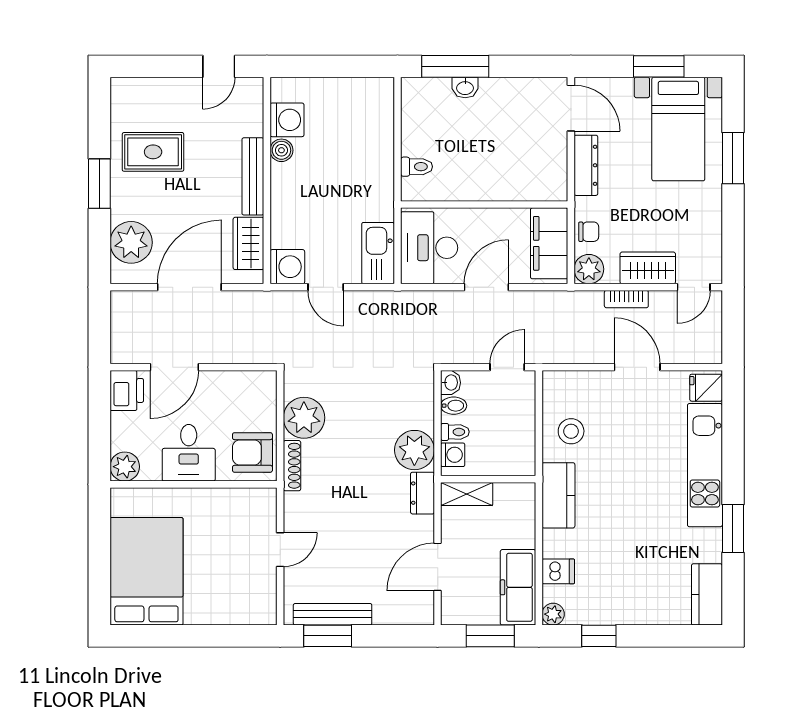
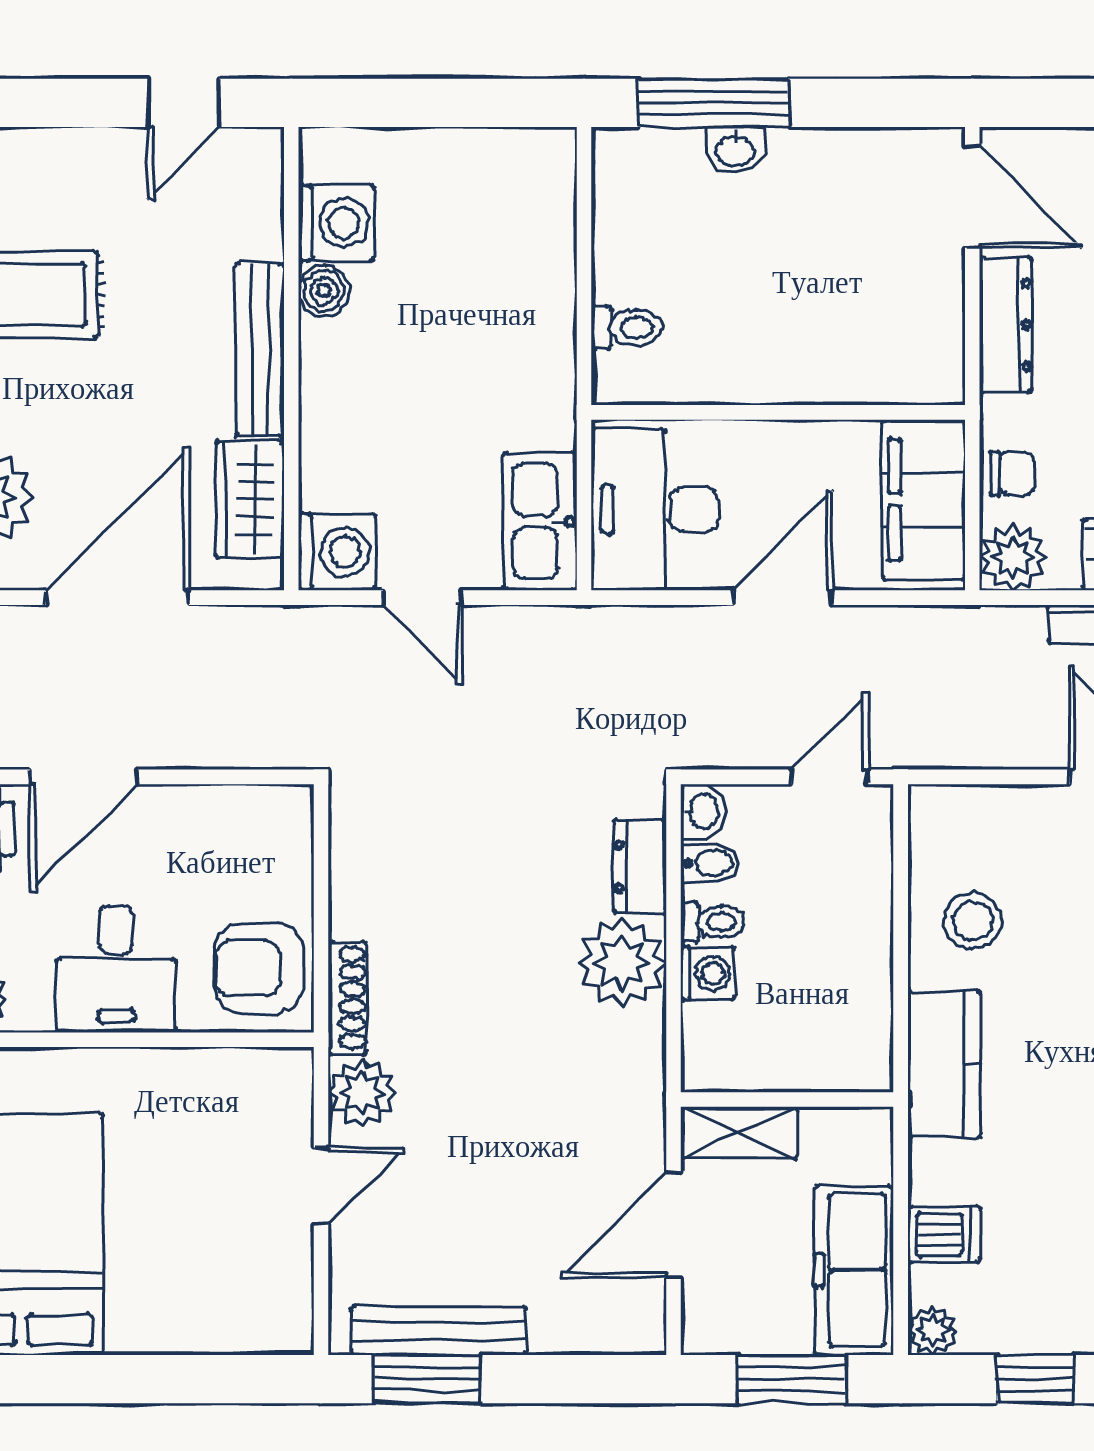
plant: (304, 418) -> (362, 1093), moved, width x0.73, depth x0.73
wall: (488, 479) -> (787, 1099), moved
dresser: (422, 493) -> (640, 866), moved
shelving: (467, 494) -> (739, 1133), moved

